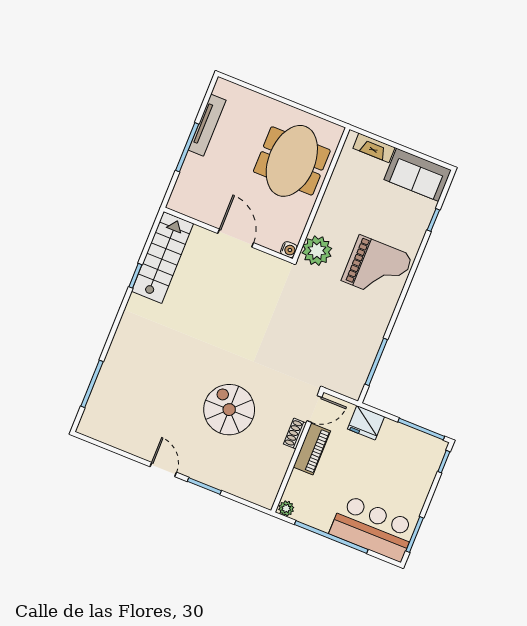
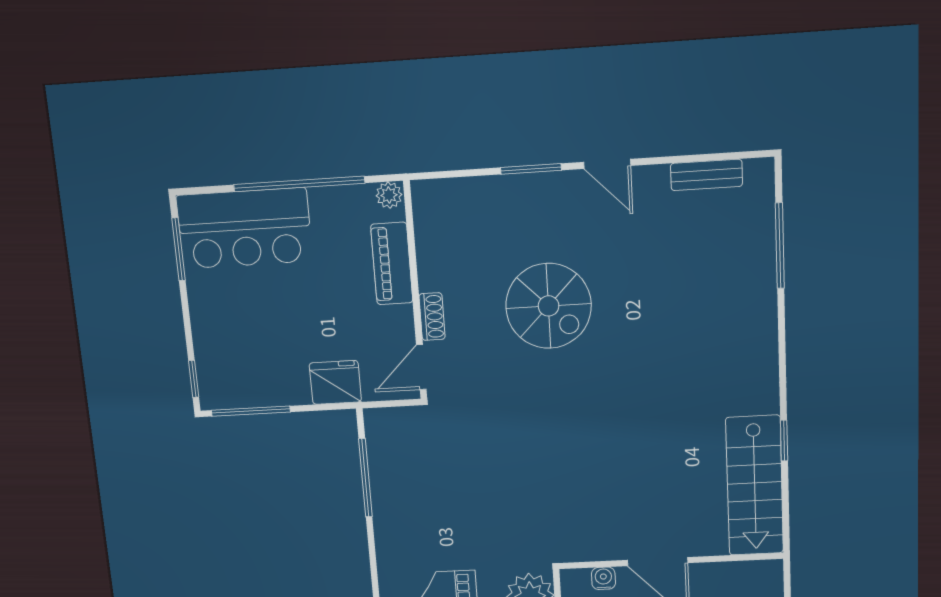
water cooler: (289, 250) -> (603, 578), moved, turned 90
bench: (114, 439) -> (706, 175), added
piano: (312, 449) -> (392, 264), moved

